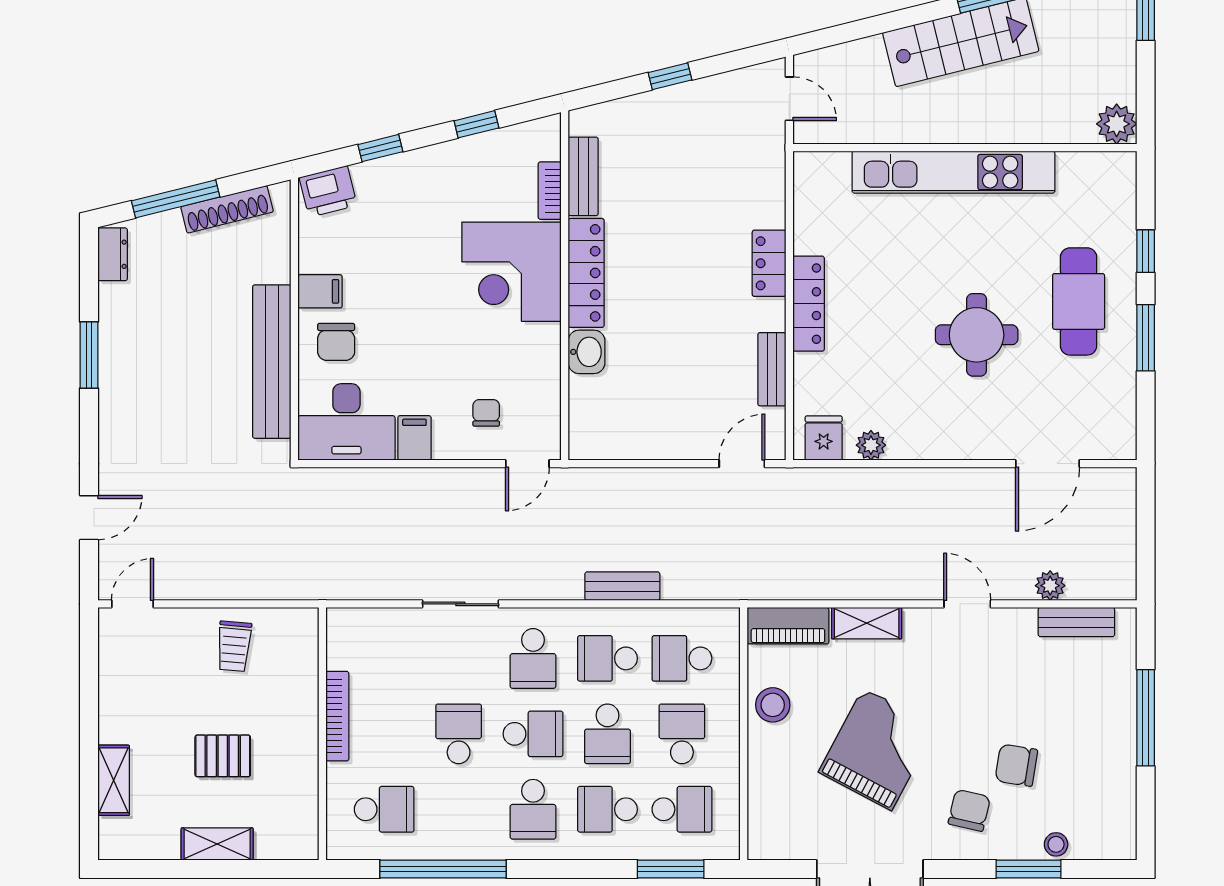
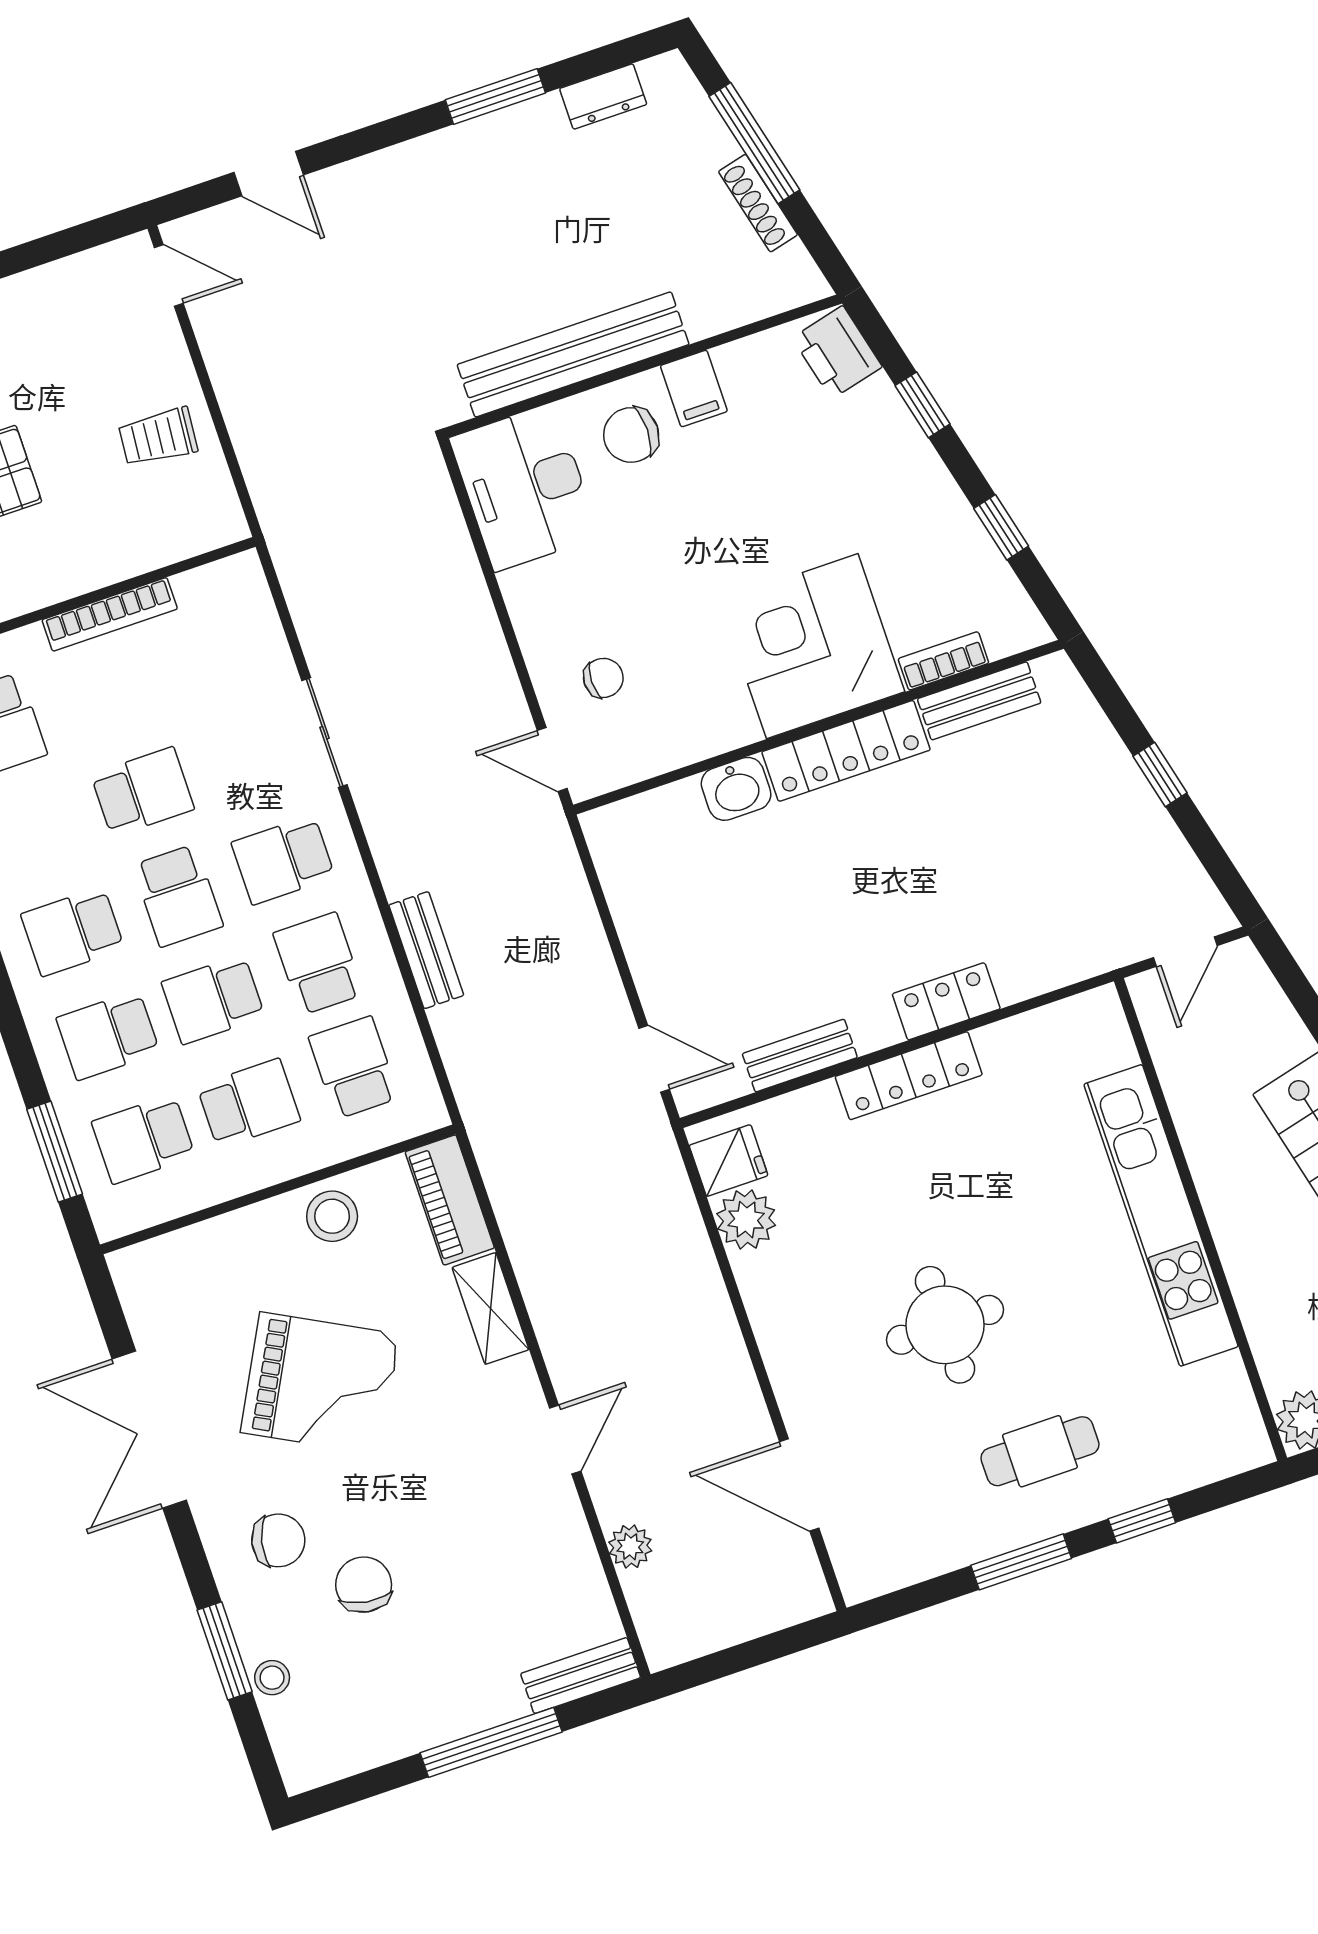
shoe rack: (227, 209) -> (758, 203), width x0.74, depth x0.81
dresser: (113, 254) -> (603, 96), moved
cafe table: (1079, 301) -> (1040, 1451), width x0.73, depth x0.74
filing cabinet: (414, 438) -> (534, 590), removed
plant: (871, 445) -> (746, 1220), width x1.38, depth x1.38
bench: (1076, 622) -> (581, 1676), moved, turned 90
school desk: (607, 809) -> (108, 1035), turned -90
school desk: (682, 809) -> (143, 1139), turned 90

